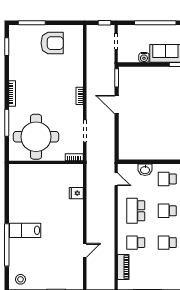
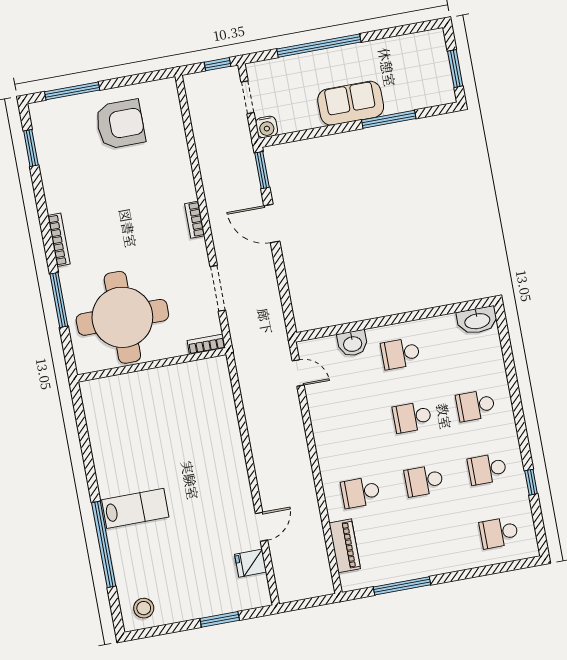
water cooler: (144, 57) -> (267, 127), moved
fridge: (76, 193) -> (251, 563), moved
school desk: (136, 211) -> (349, 429), removed
lab bench: (25, 230) -> (135, 508), turned 180

